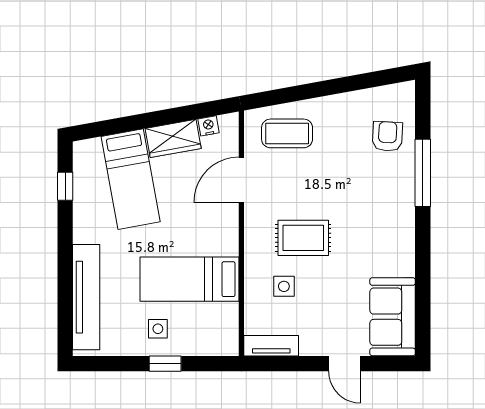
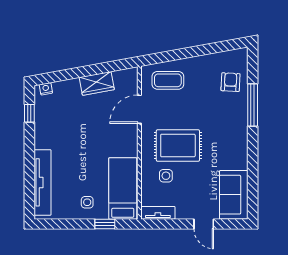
nightstand: (209, 126) -> (46, 89), moved
bed: (131, 179) -> (70, 109), removed
rug: (303, 238) -> (178, 145), width x1.36, depth x1.43
bed: (189, 279) -> (123, 188), moved, turned 90
window: (165, 364) -> (105, 224), moved

